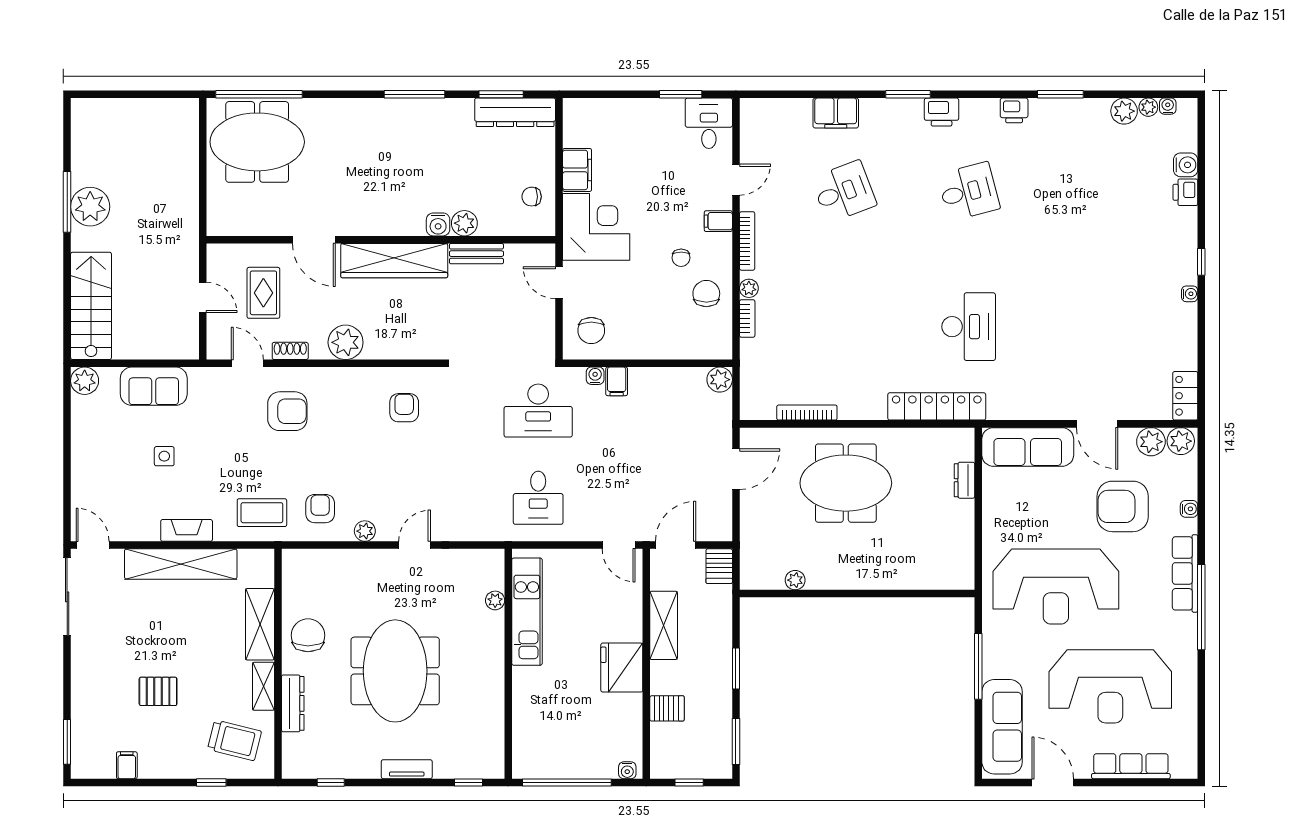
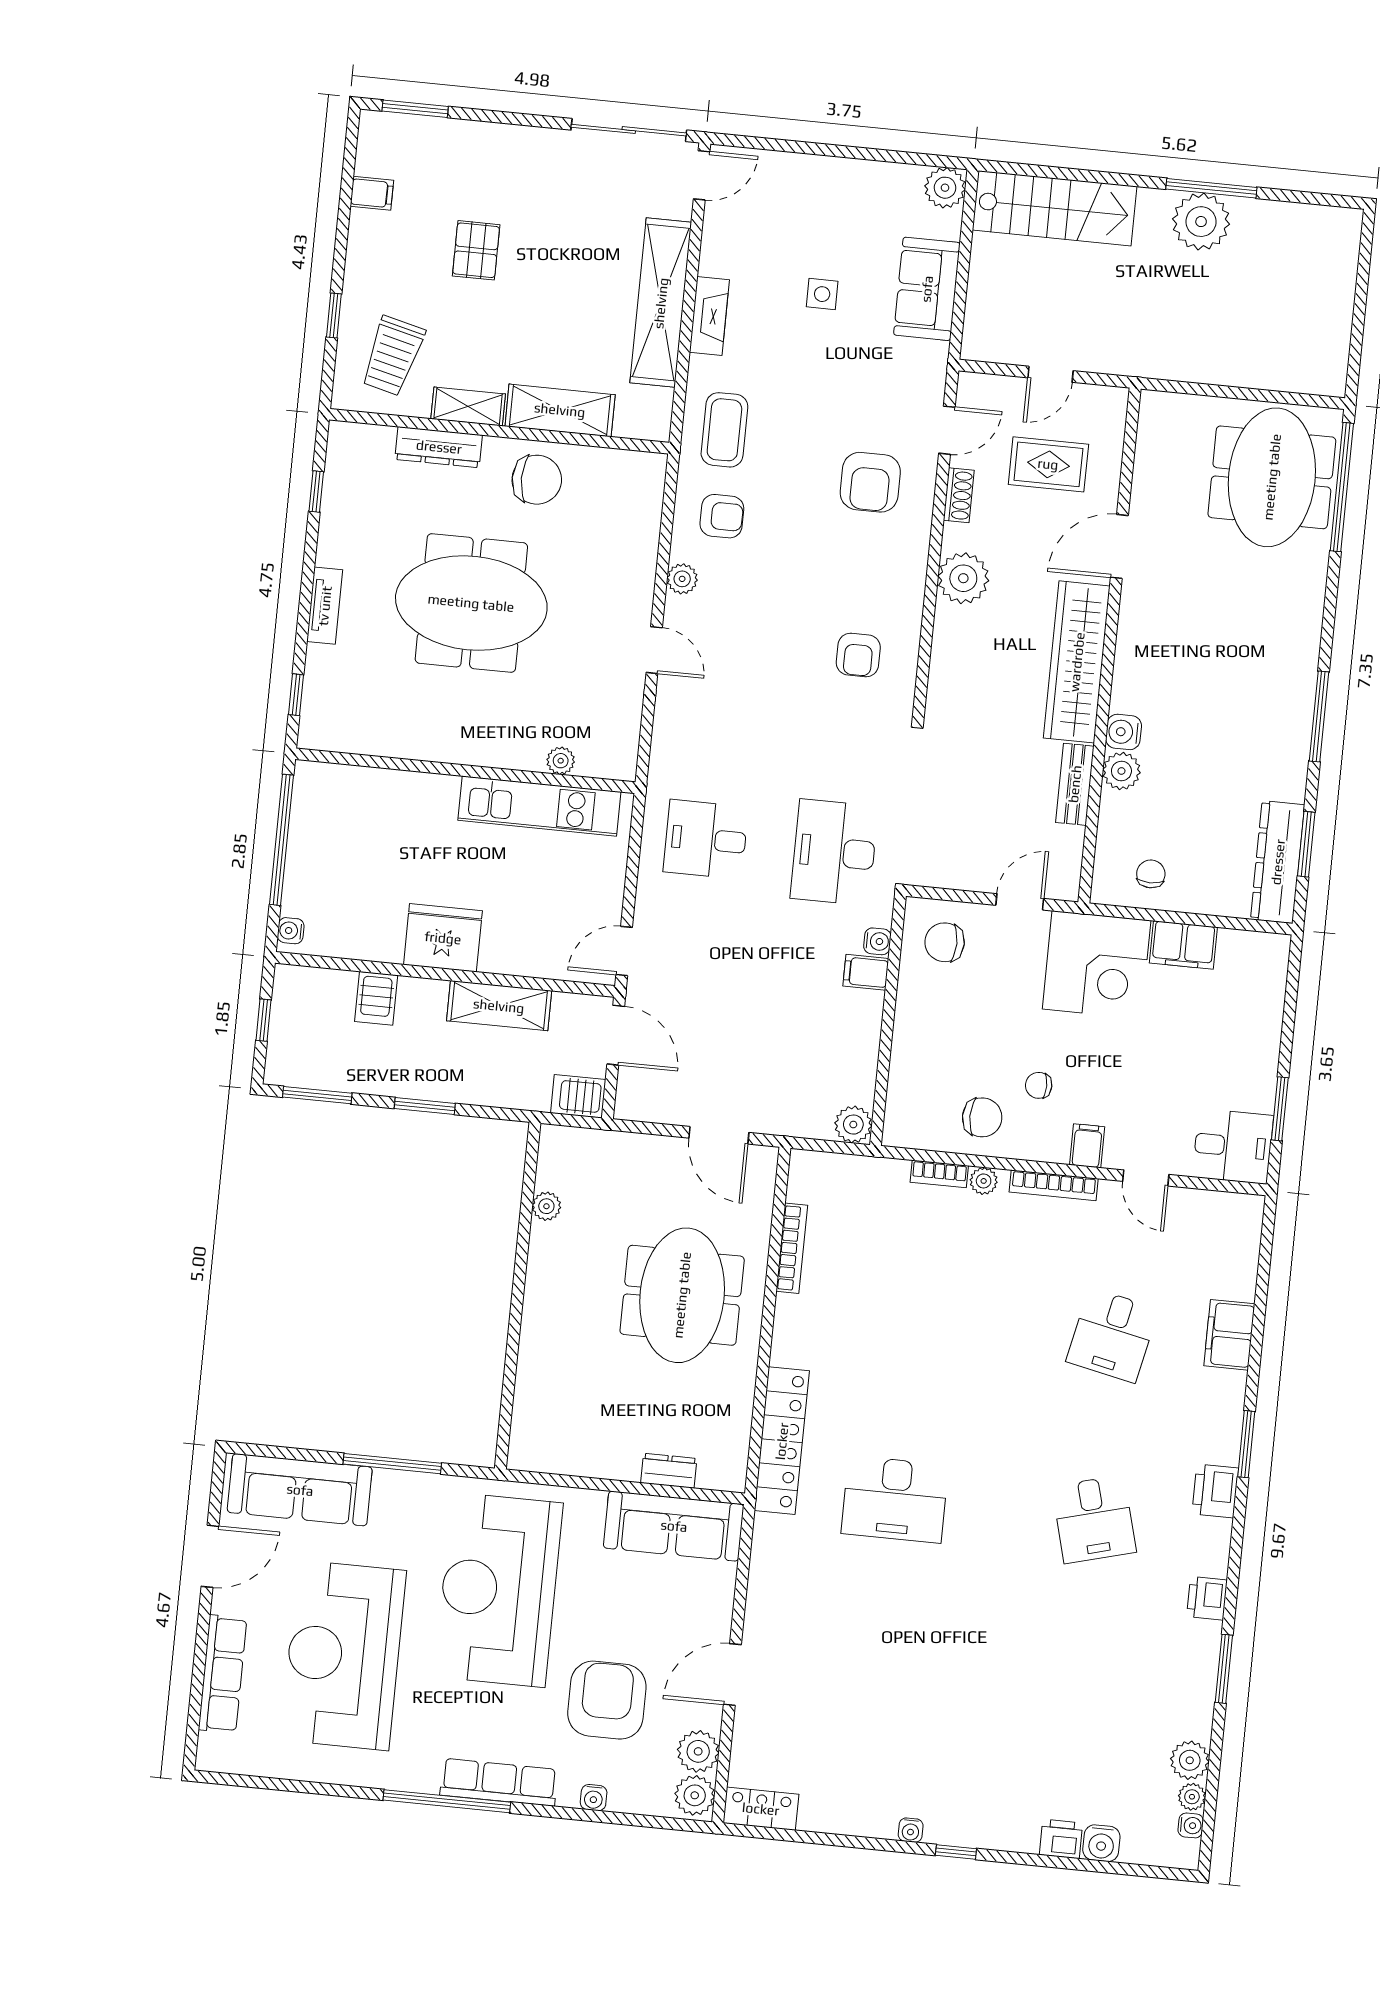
desk: (844, 192) -> (1112, 1335), turned 33
armchair: (404, 408) -> (858, 655), turned 90
sofa: (1028, 447) -> (674, 1526), moved, turned -90

